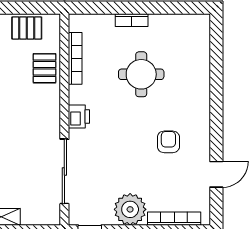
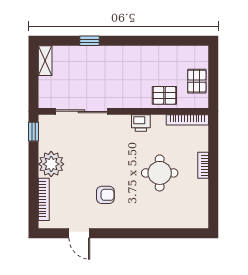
bookcase: (75, 58) -> (187, 120), moved
printer: (79, 116) -> (141, 123), moved

